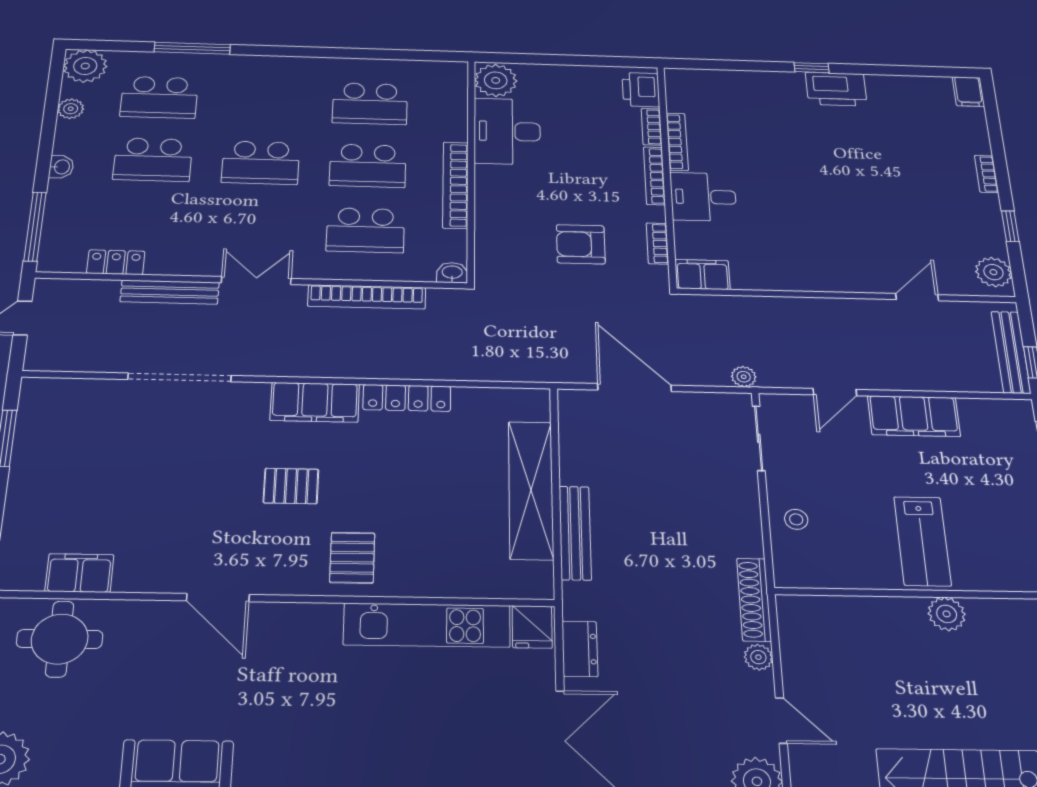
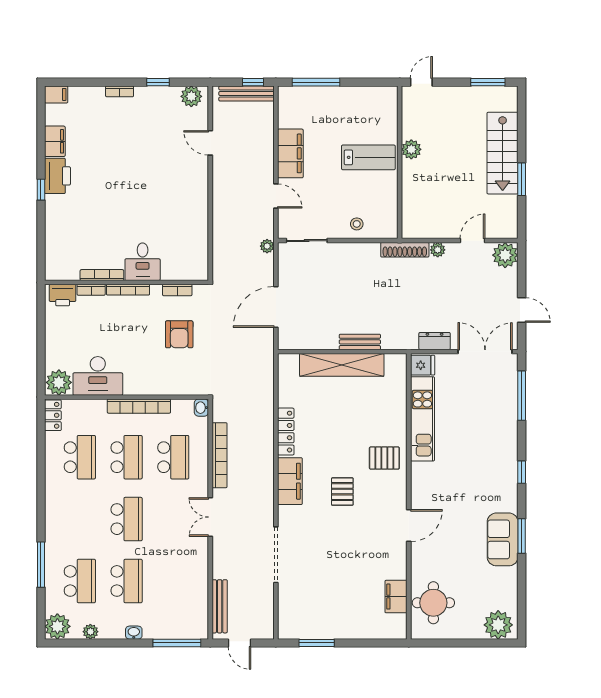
locker: (116, 262) -> (53, 415), moved, turned 180
filing cabinet: (702, 274) -> (55, 141), moved, turned 180
bench: (170, 292) -> (220, 606), moved
bench: (575, 533) -> (360, 342), width x0.73

